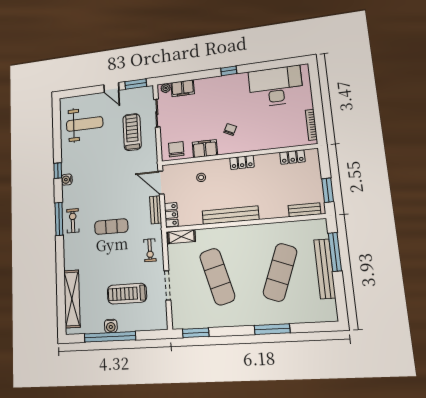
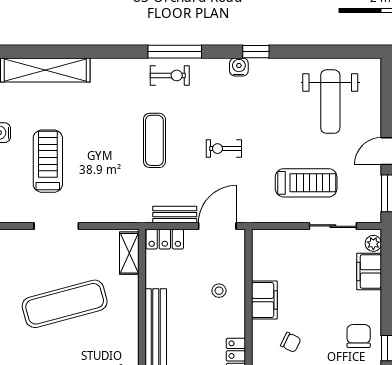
chair: (176, 149) -> (359, 336), moved, turned -90
exercise bike: (150, 250) -> (224, 149), moved

